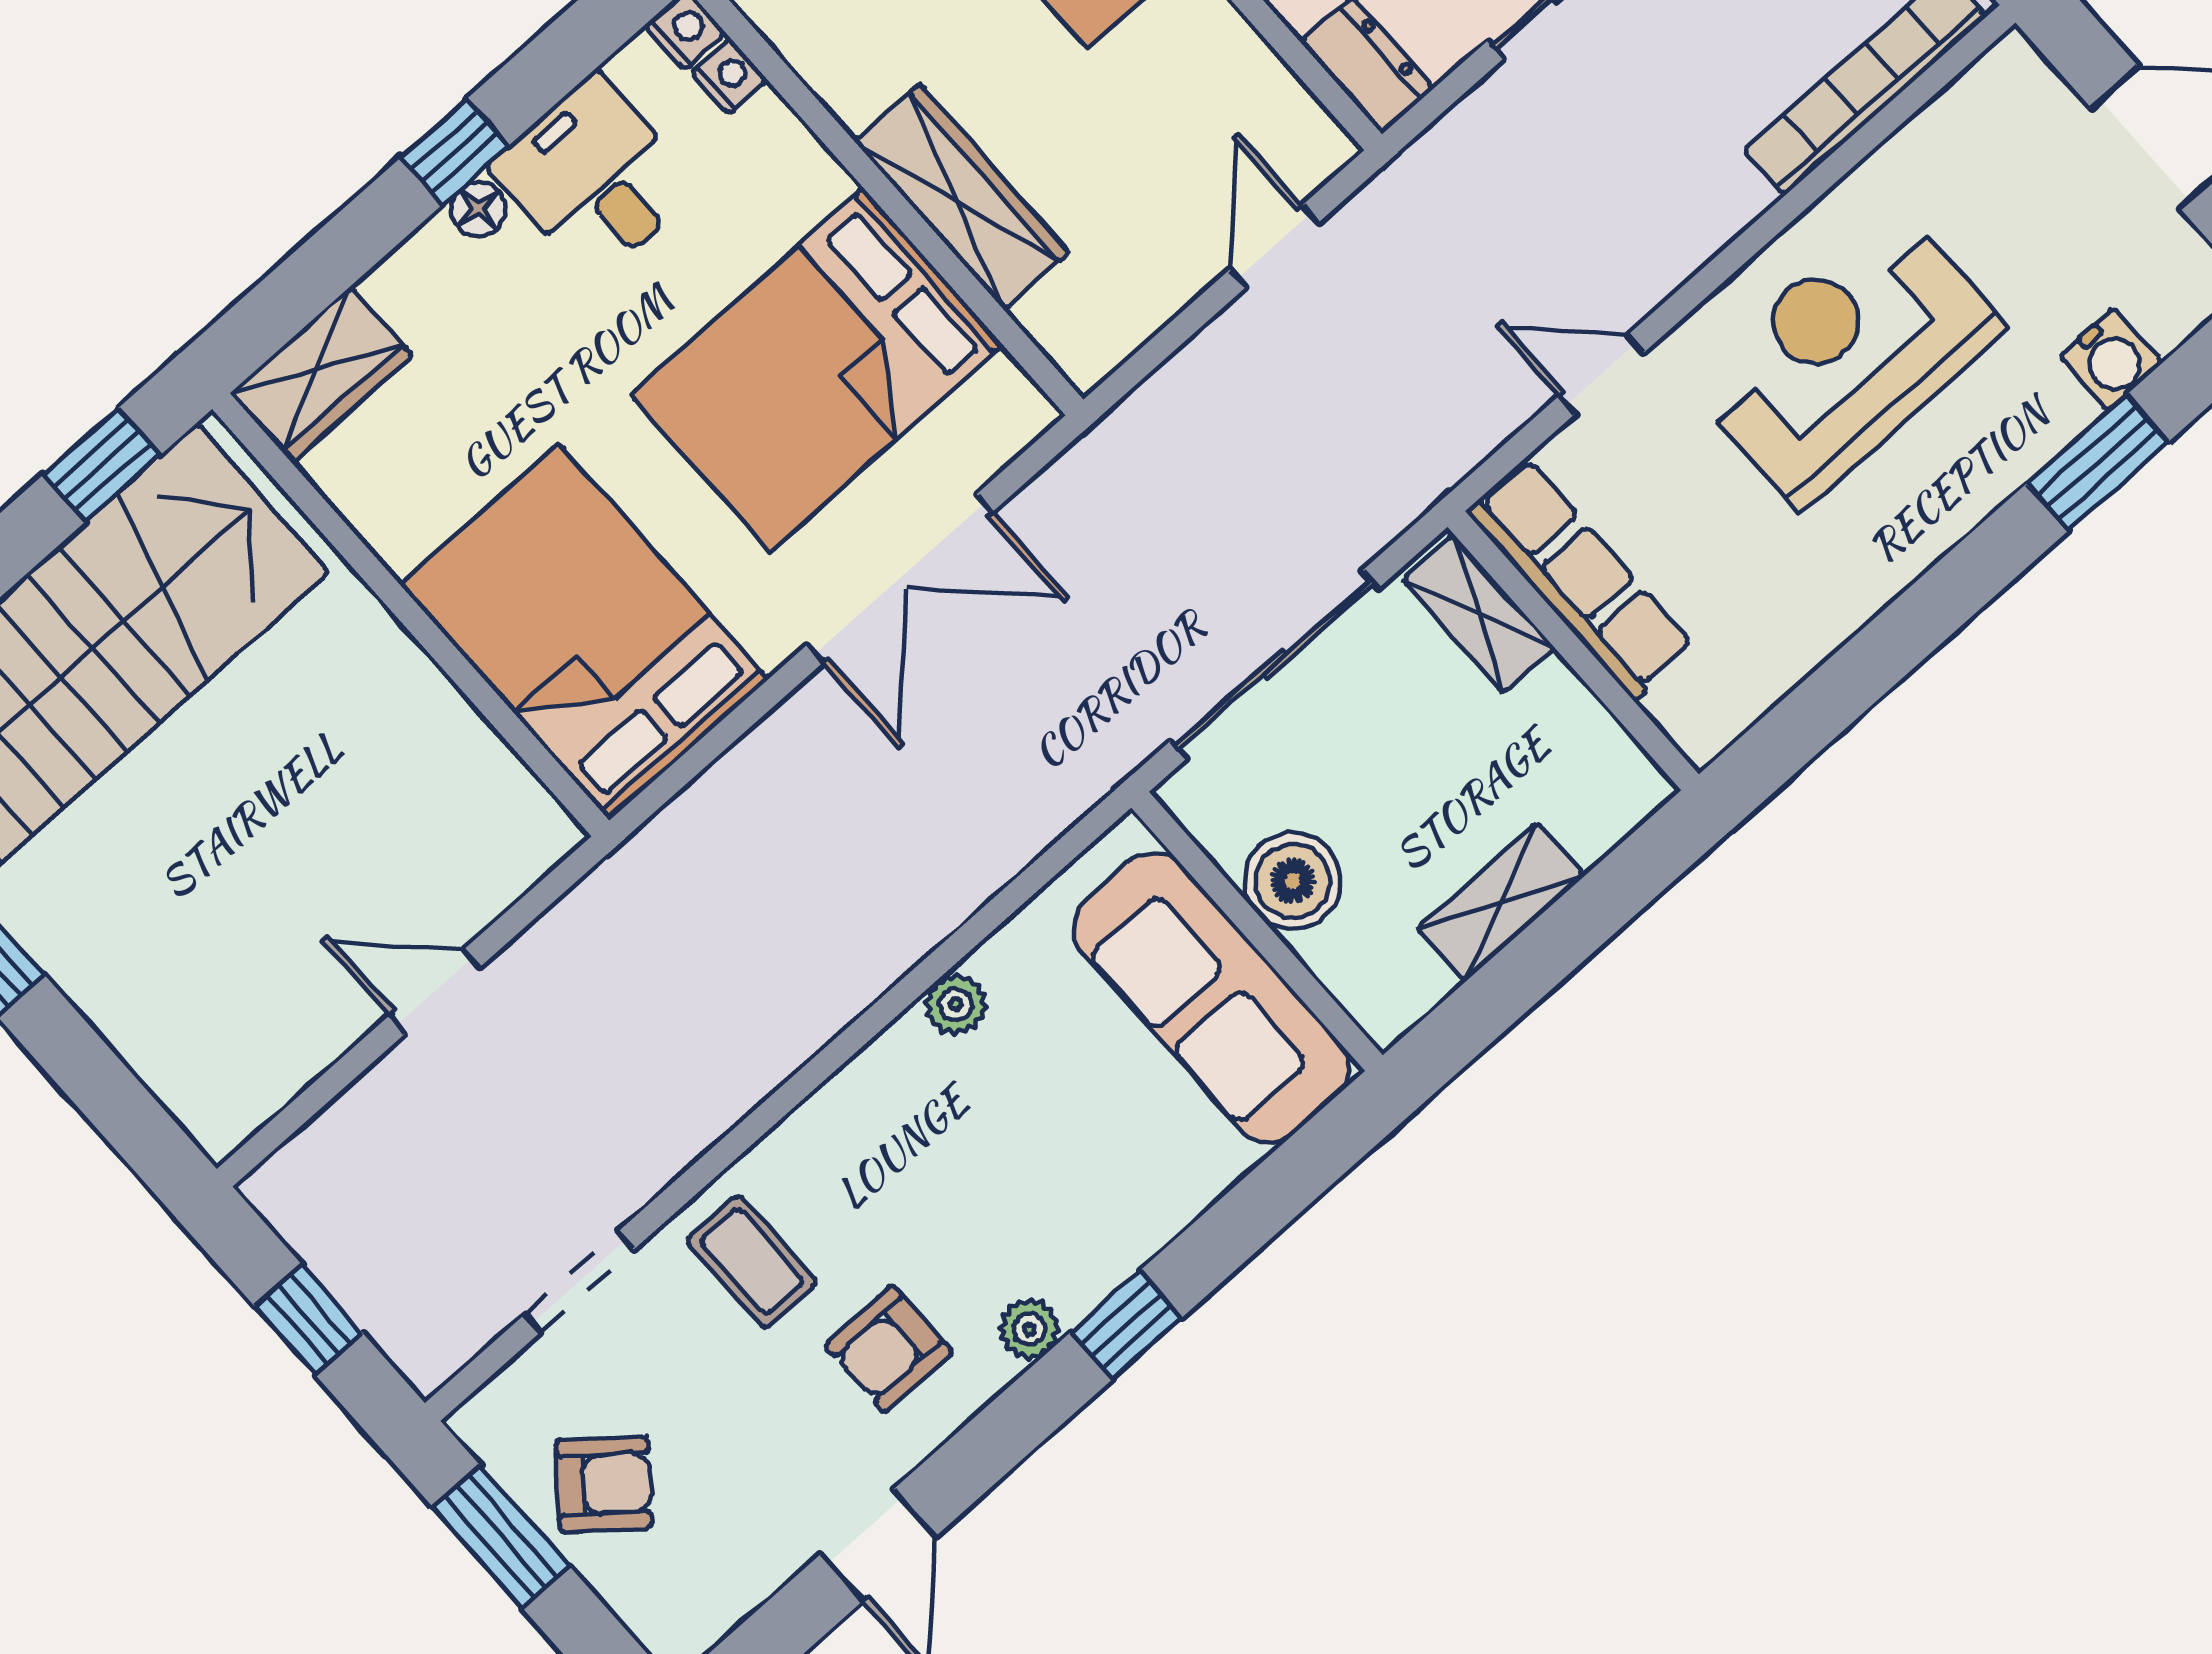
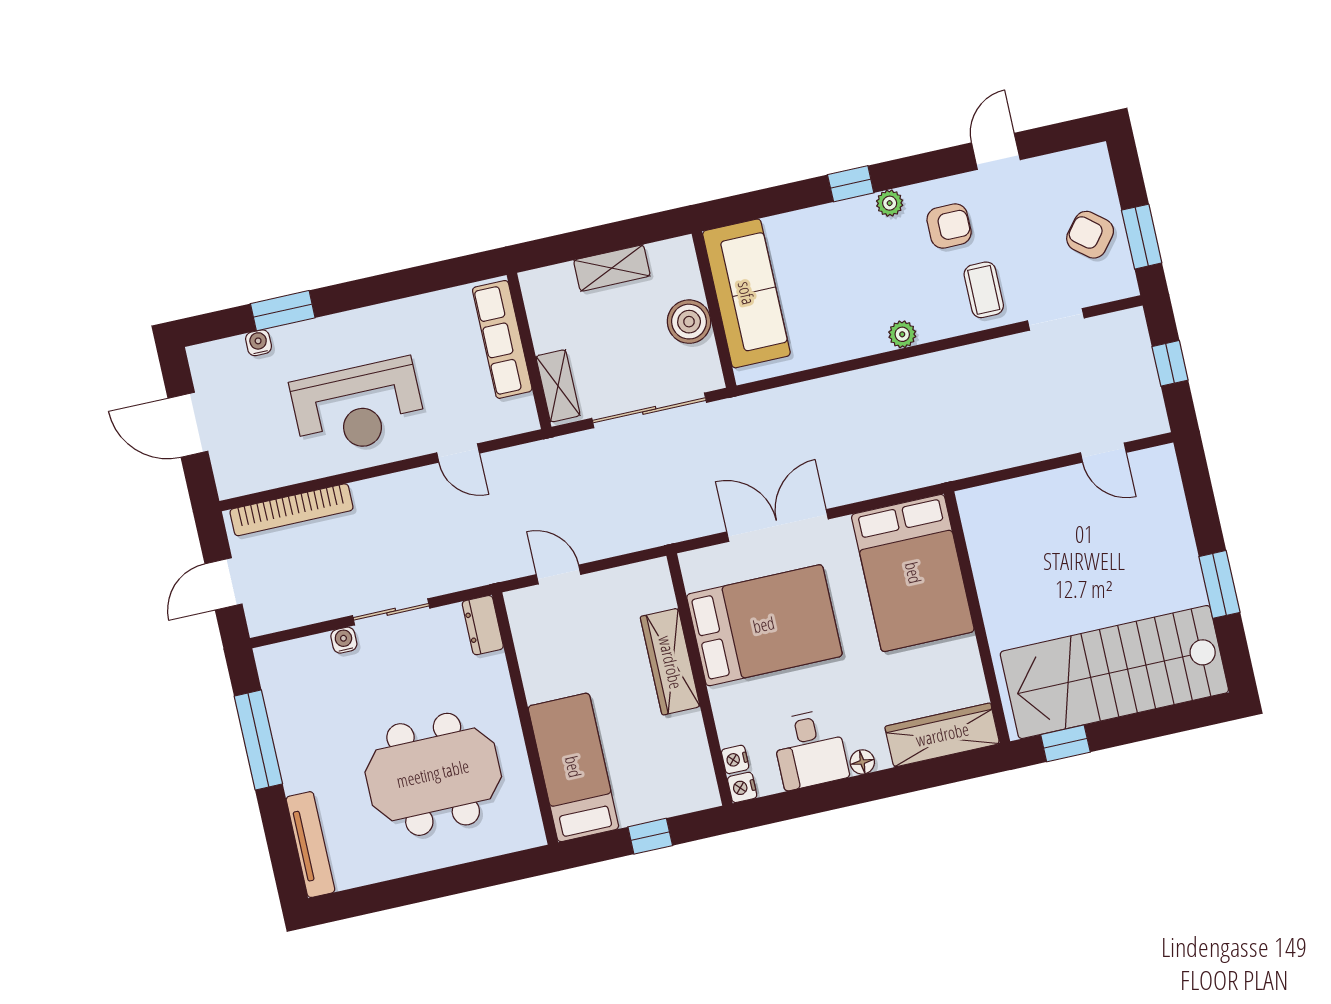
window: (454, 152) -> (859, 789), removed
door: (1274, 246) -> (558, 574), swing flipped
water cooler: (2111, 359) -> (259, 343), width x0.72, depth x0.72
wardrobe: (321, 375) -> (942, 735), width x1.50
row of seats: (1580, 579) -> (502, 339), moved
door: (434, 992) -> (1103, 453), moved
plant: (956, 1004) -> (902, 334), moved

